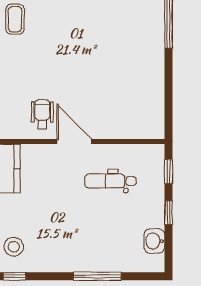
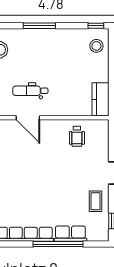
door: (74, 141) -> (28, 118), moved
dental chair: (110, 181) -> (30, 91), turned 180

